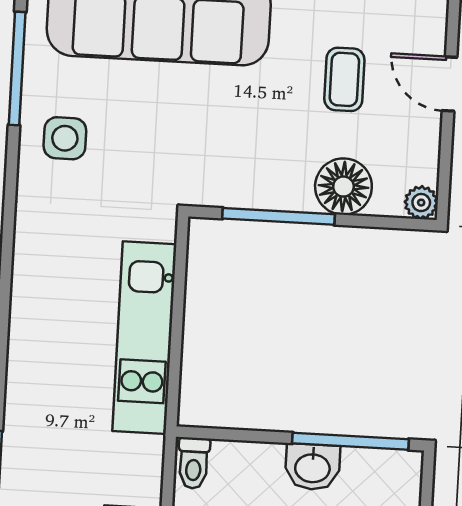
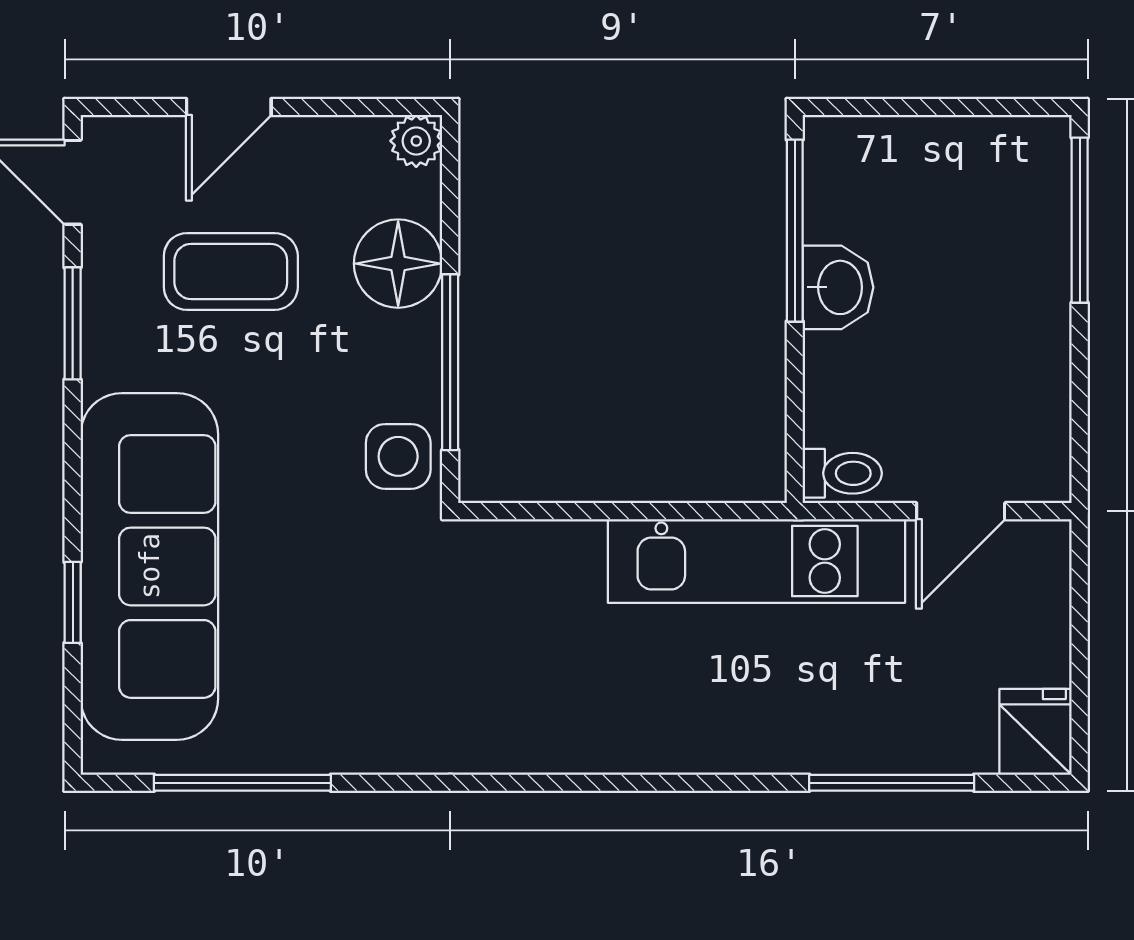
coffee table: (344, 79) -> (231, 272), width x1.36, depth x1.30
side table: (65, 138) -> (398, 456), moved
kitchen unit: (144, 338) -> (756, 561), moved

